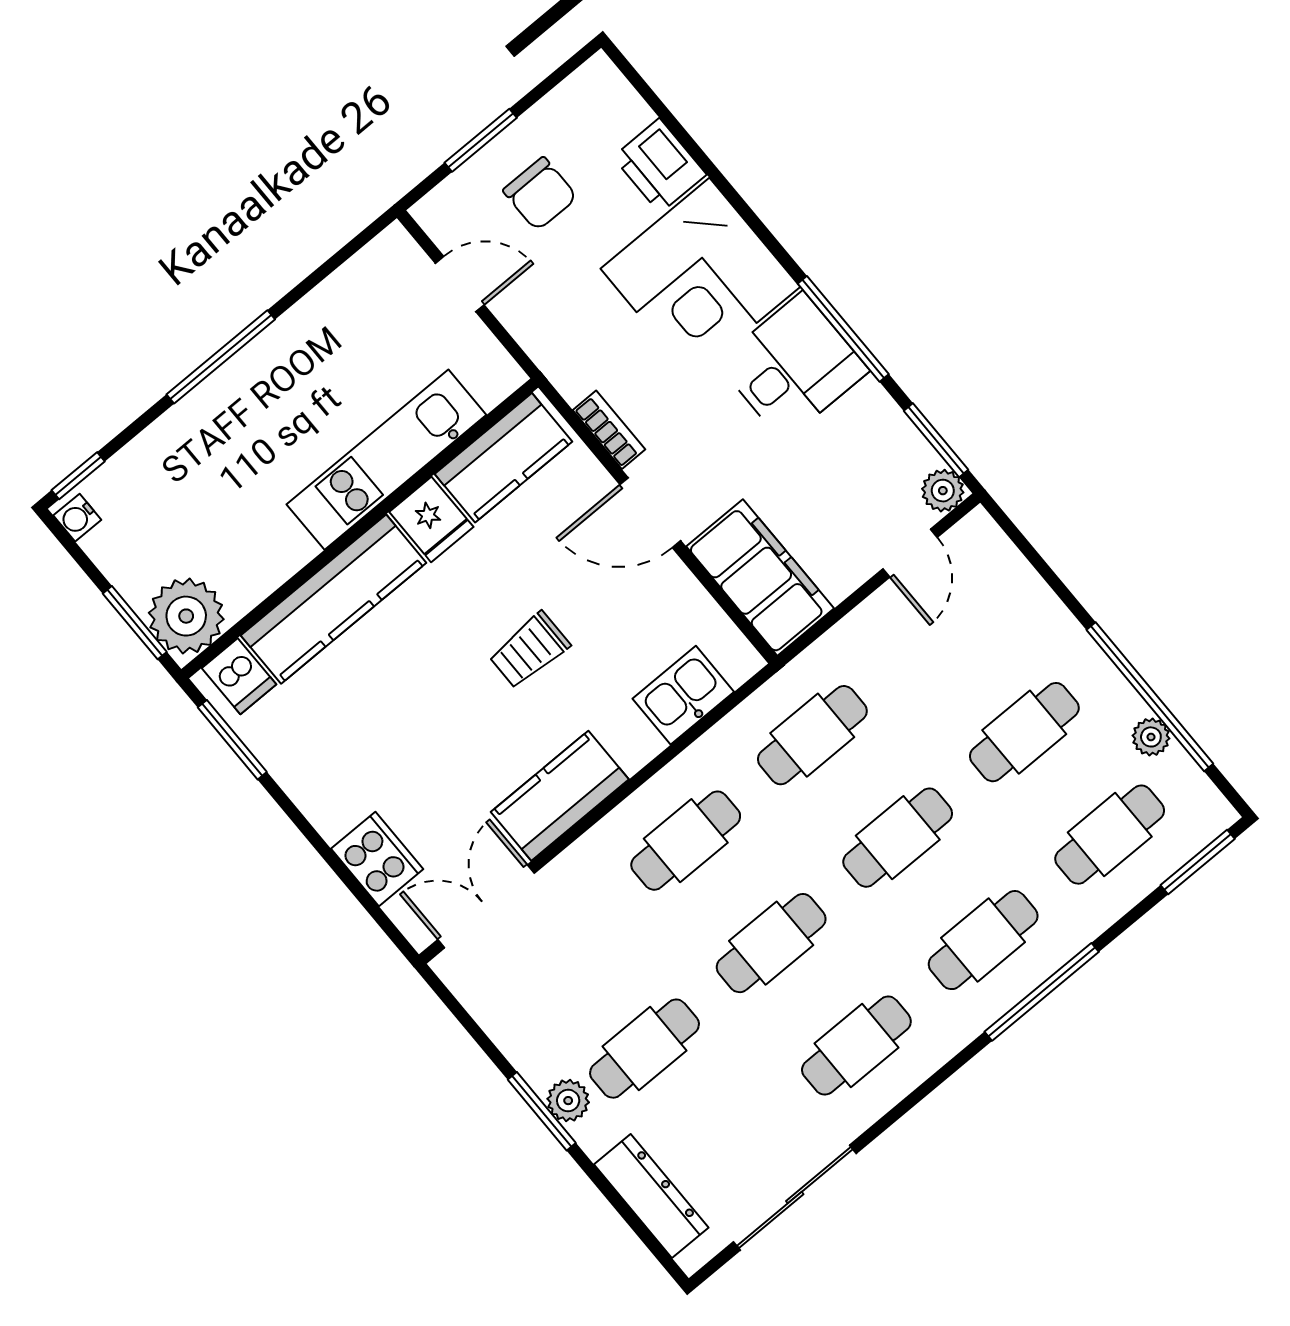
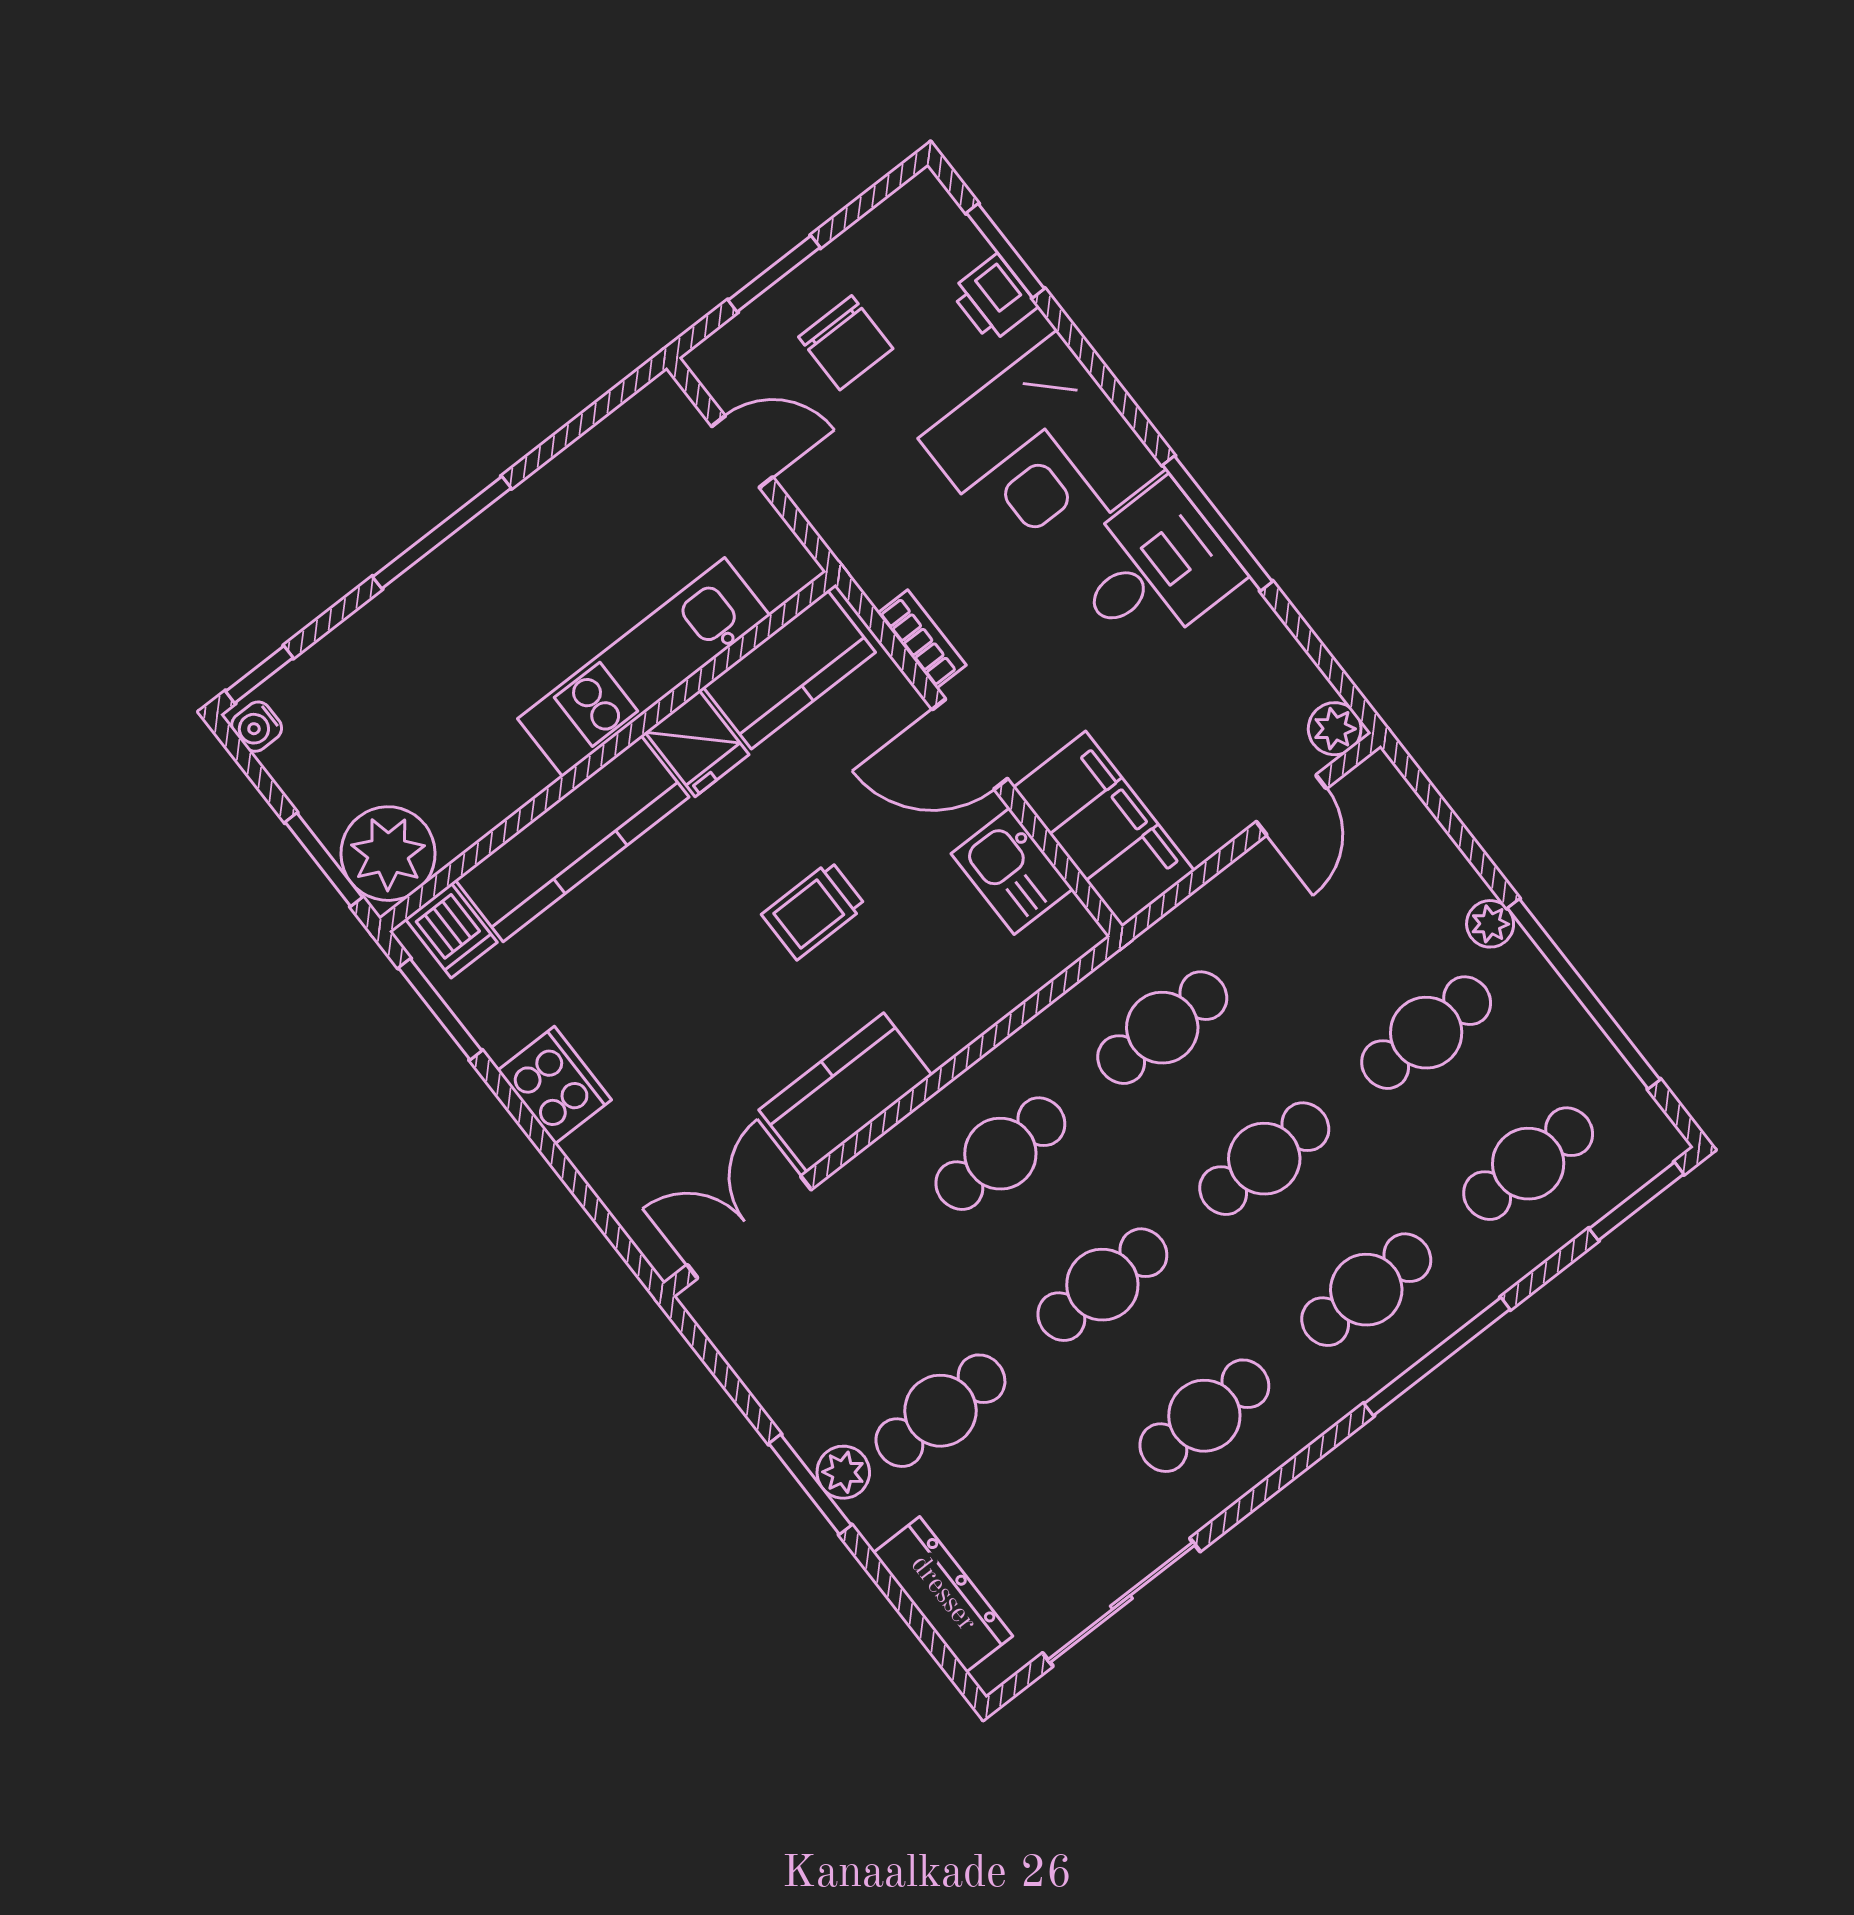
printer: (660, 166) -> (994, 299), width x0.73, depth x0.81
window: (936, 440) -> (1005, 251), moved
kitchen sink: (683, 695) -> (1012, 871), moved, turned -90
plant: (1151, 737) -> (1490, 924), moved
cooker: (377, 859) -> (554, 1085), moved

